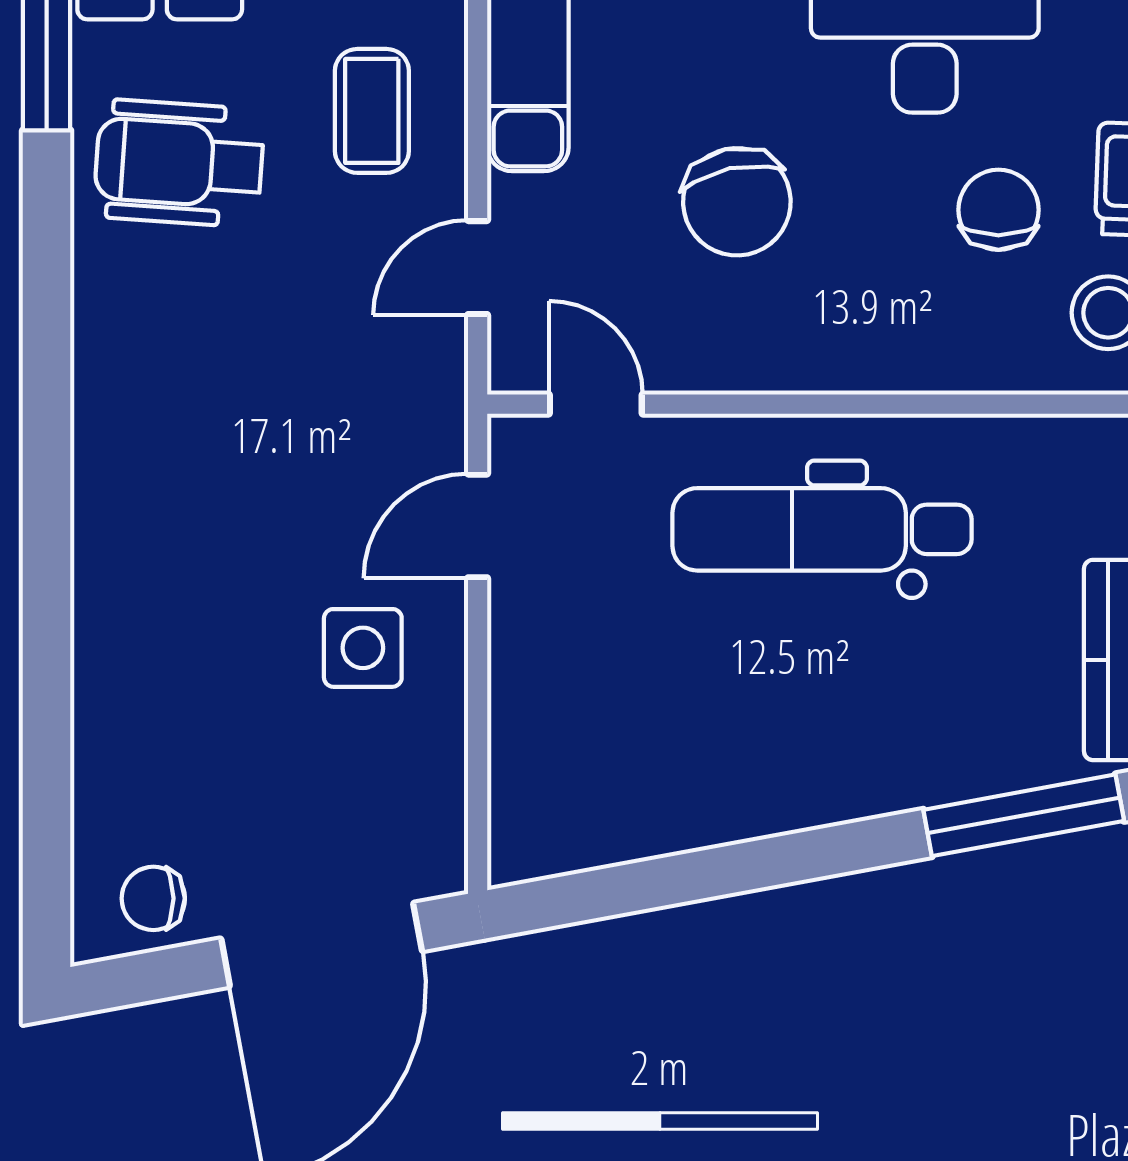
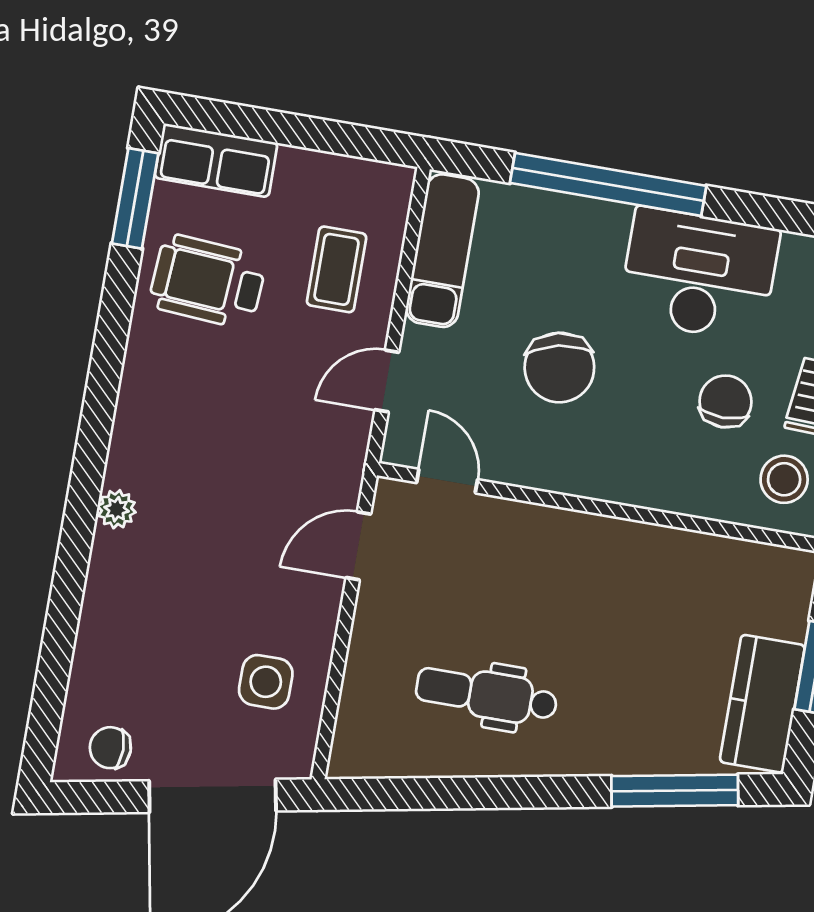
dental chair: (822, 529) -> (487, 695), moved, width x0.73, depth x0.72
plant: (100, 534) -> (117, 509), added
side table: (363, 648) -> (266, 682), moved

